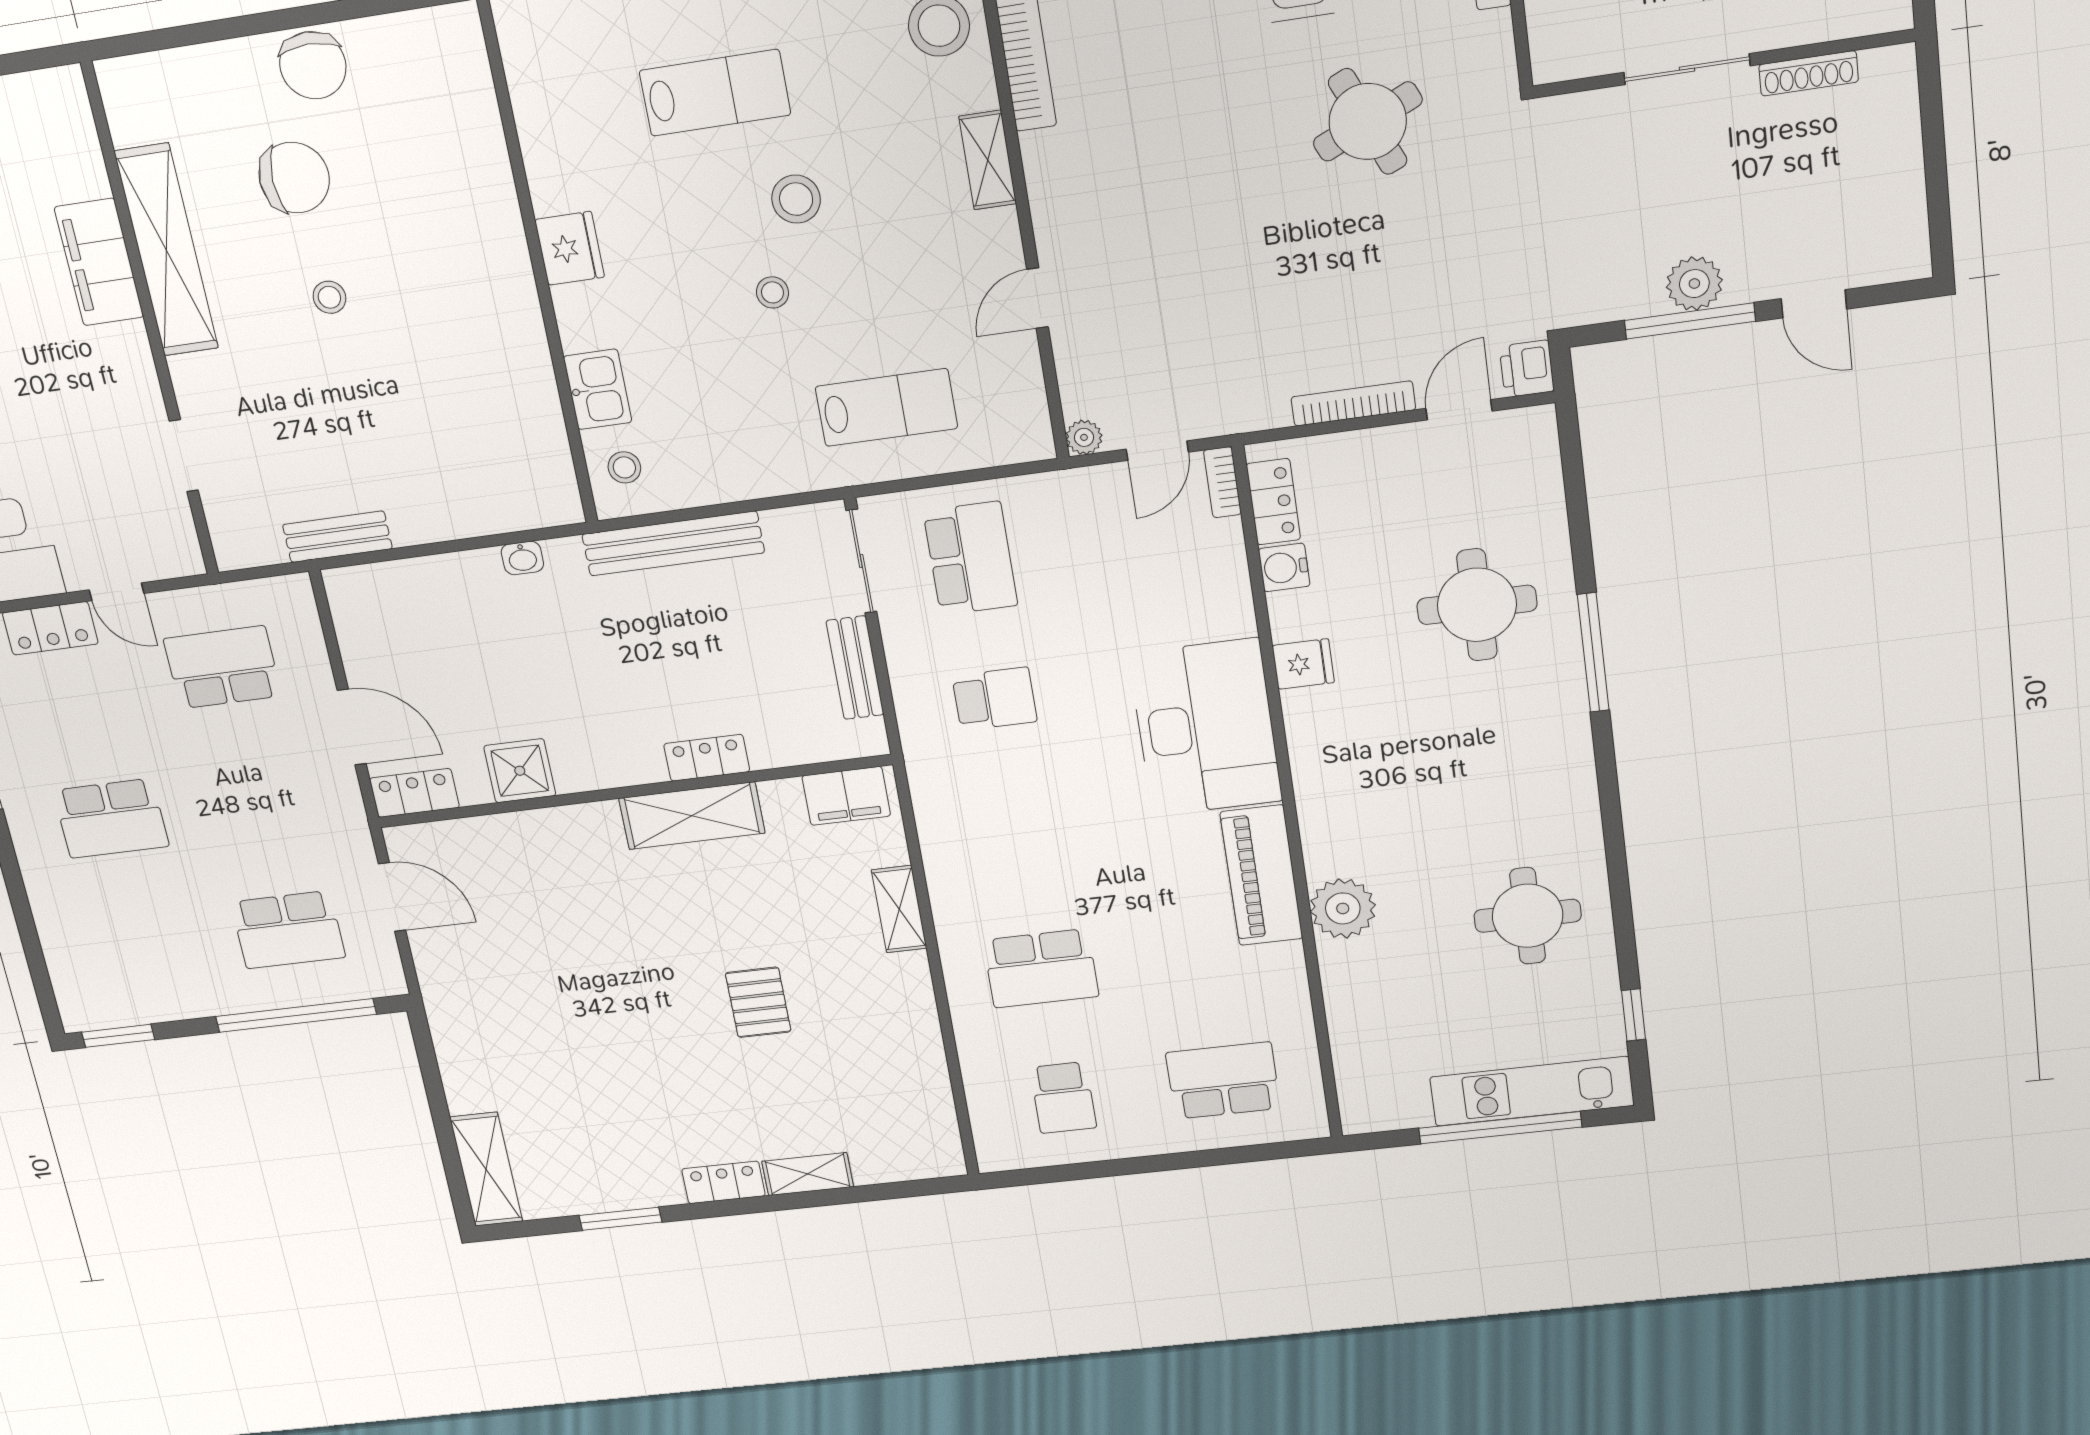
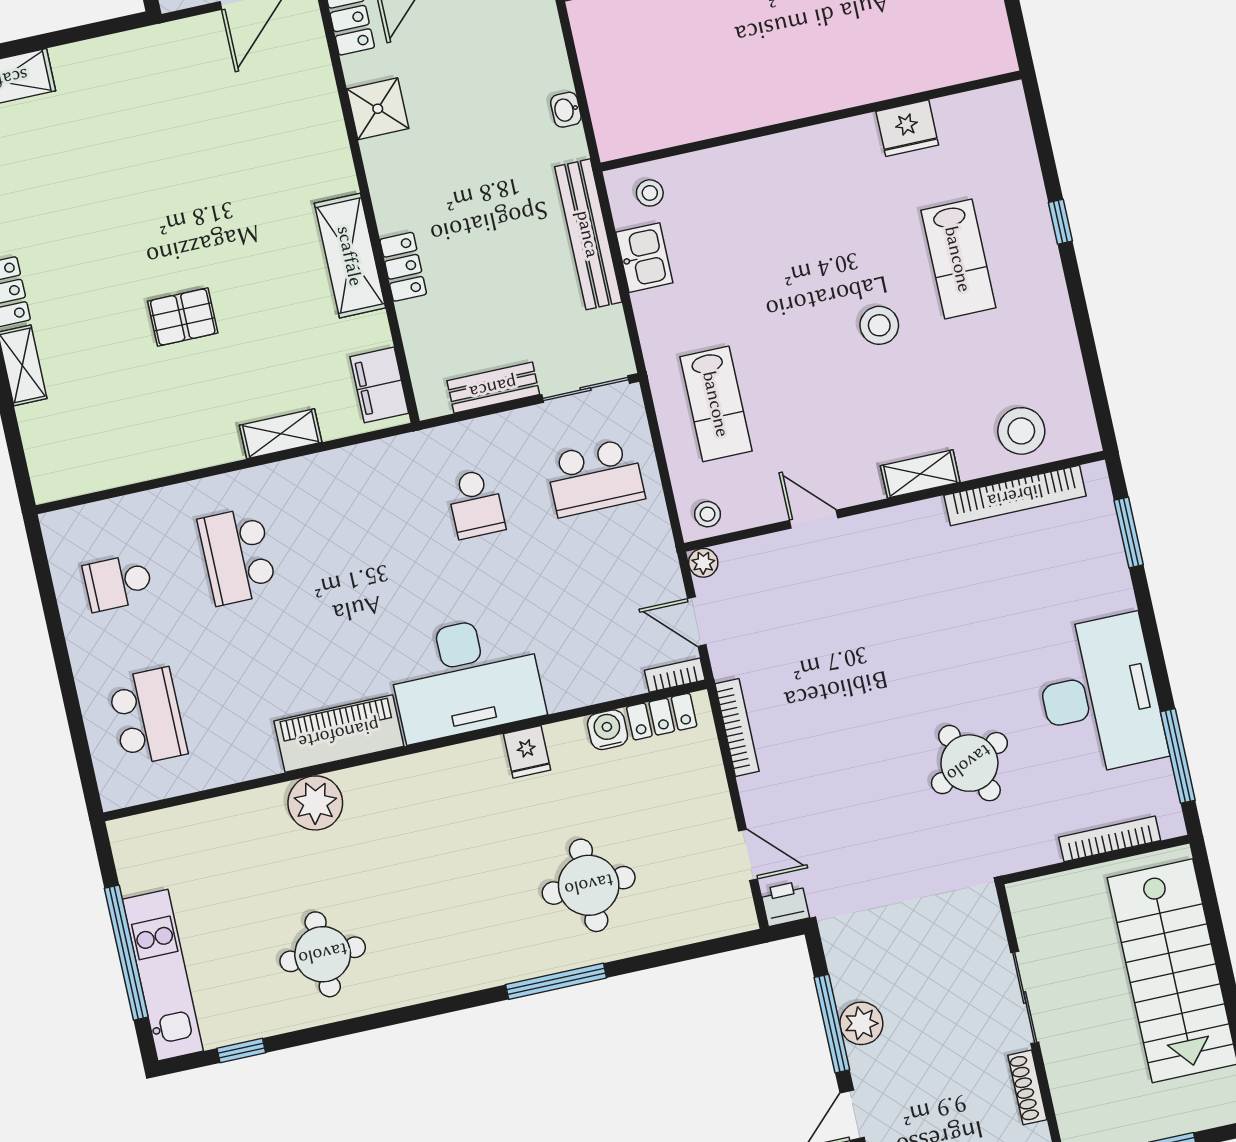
fridge: (570, 248) -> (907, 128), moved
stool: (772, 292) -> (708, 514), moved
kitchen sink: (598, 389) -> (644, 258), moved, turned -90
bookcase: (1353, 403) -> (737, 727), moved

